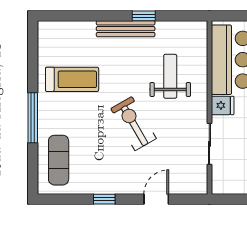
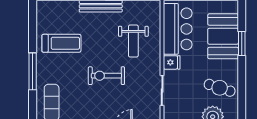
weight bench: (170, 76) -> (133, 41), turned 180
exercise bike: (133, 124) -> (106, 76), turned -60

